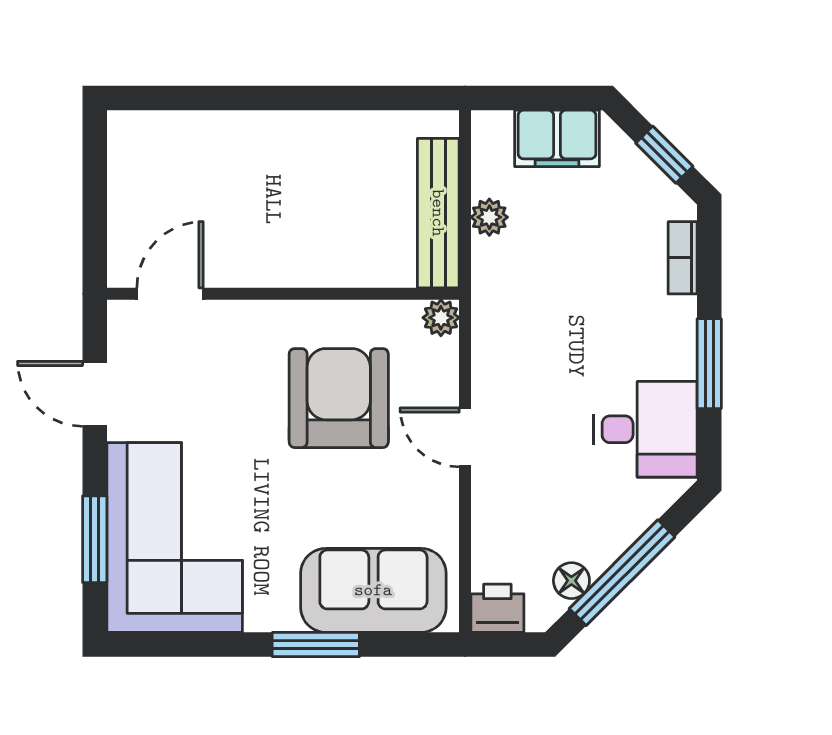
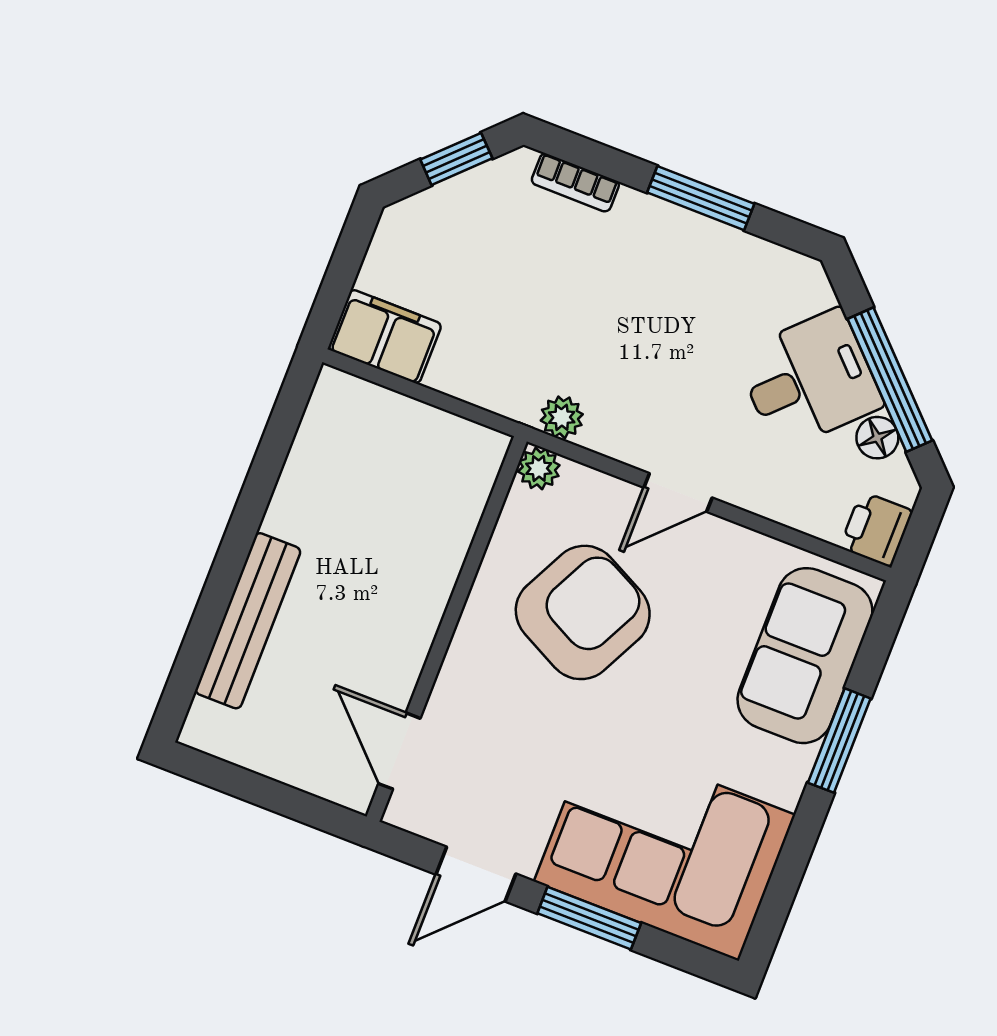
filing cabinet: (557, 138) -> (385, 337), moved, turned -90
bench: (438, 213) -> (248, 621), moved, turned 90
plant: (489, 217) -> (562, 417), moved
armchair: (339, 398) -> (583, 612), turned 117
desk: (645, 429) -> (809, 379), moved, turned 45
window: (95, 539) -> (589, 918), moved

